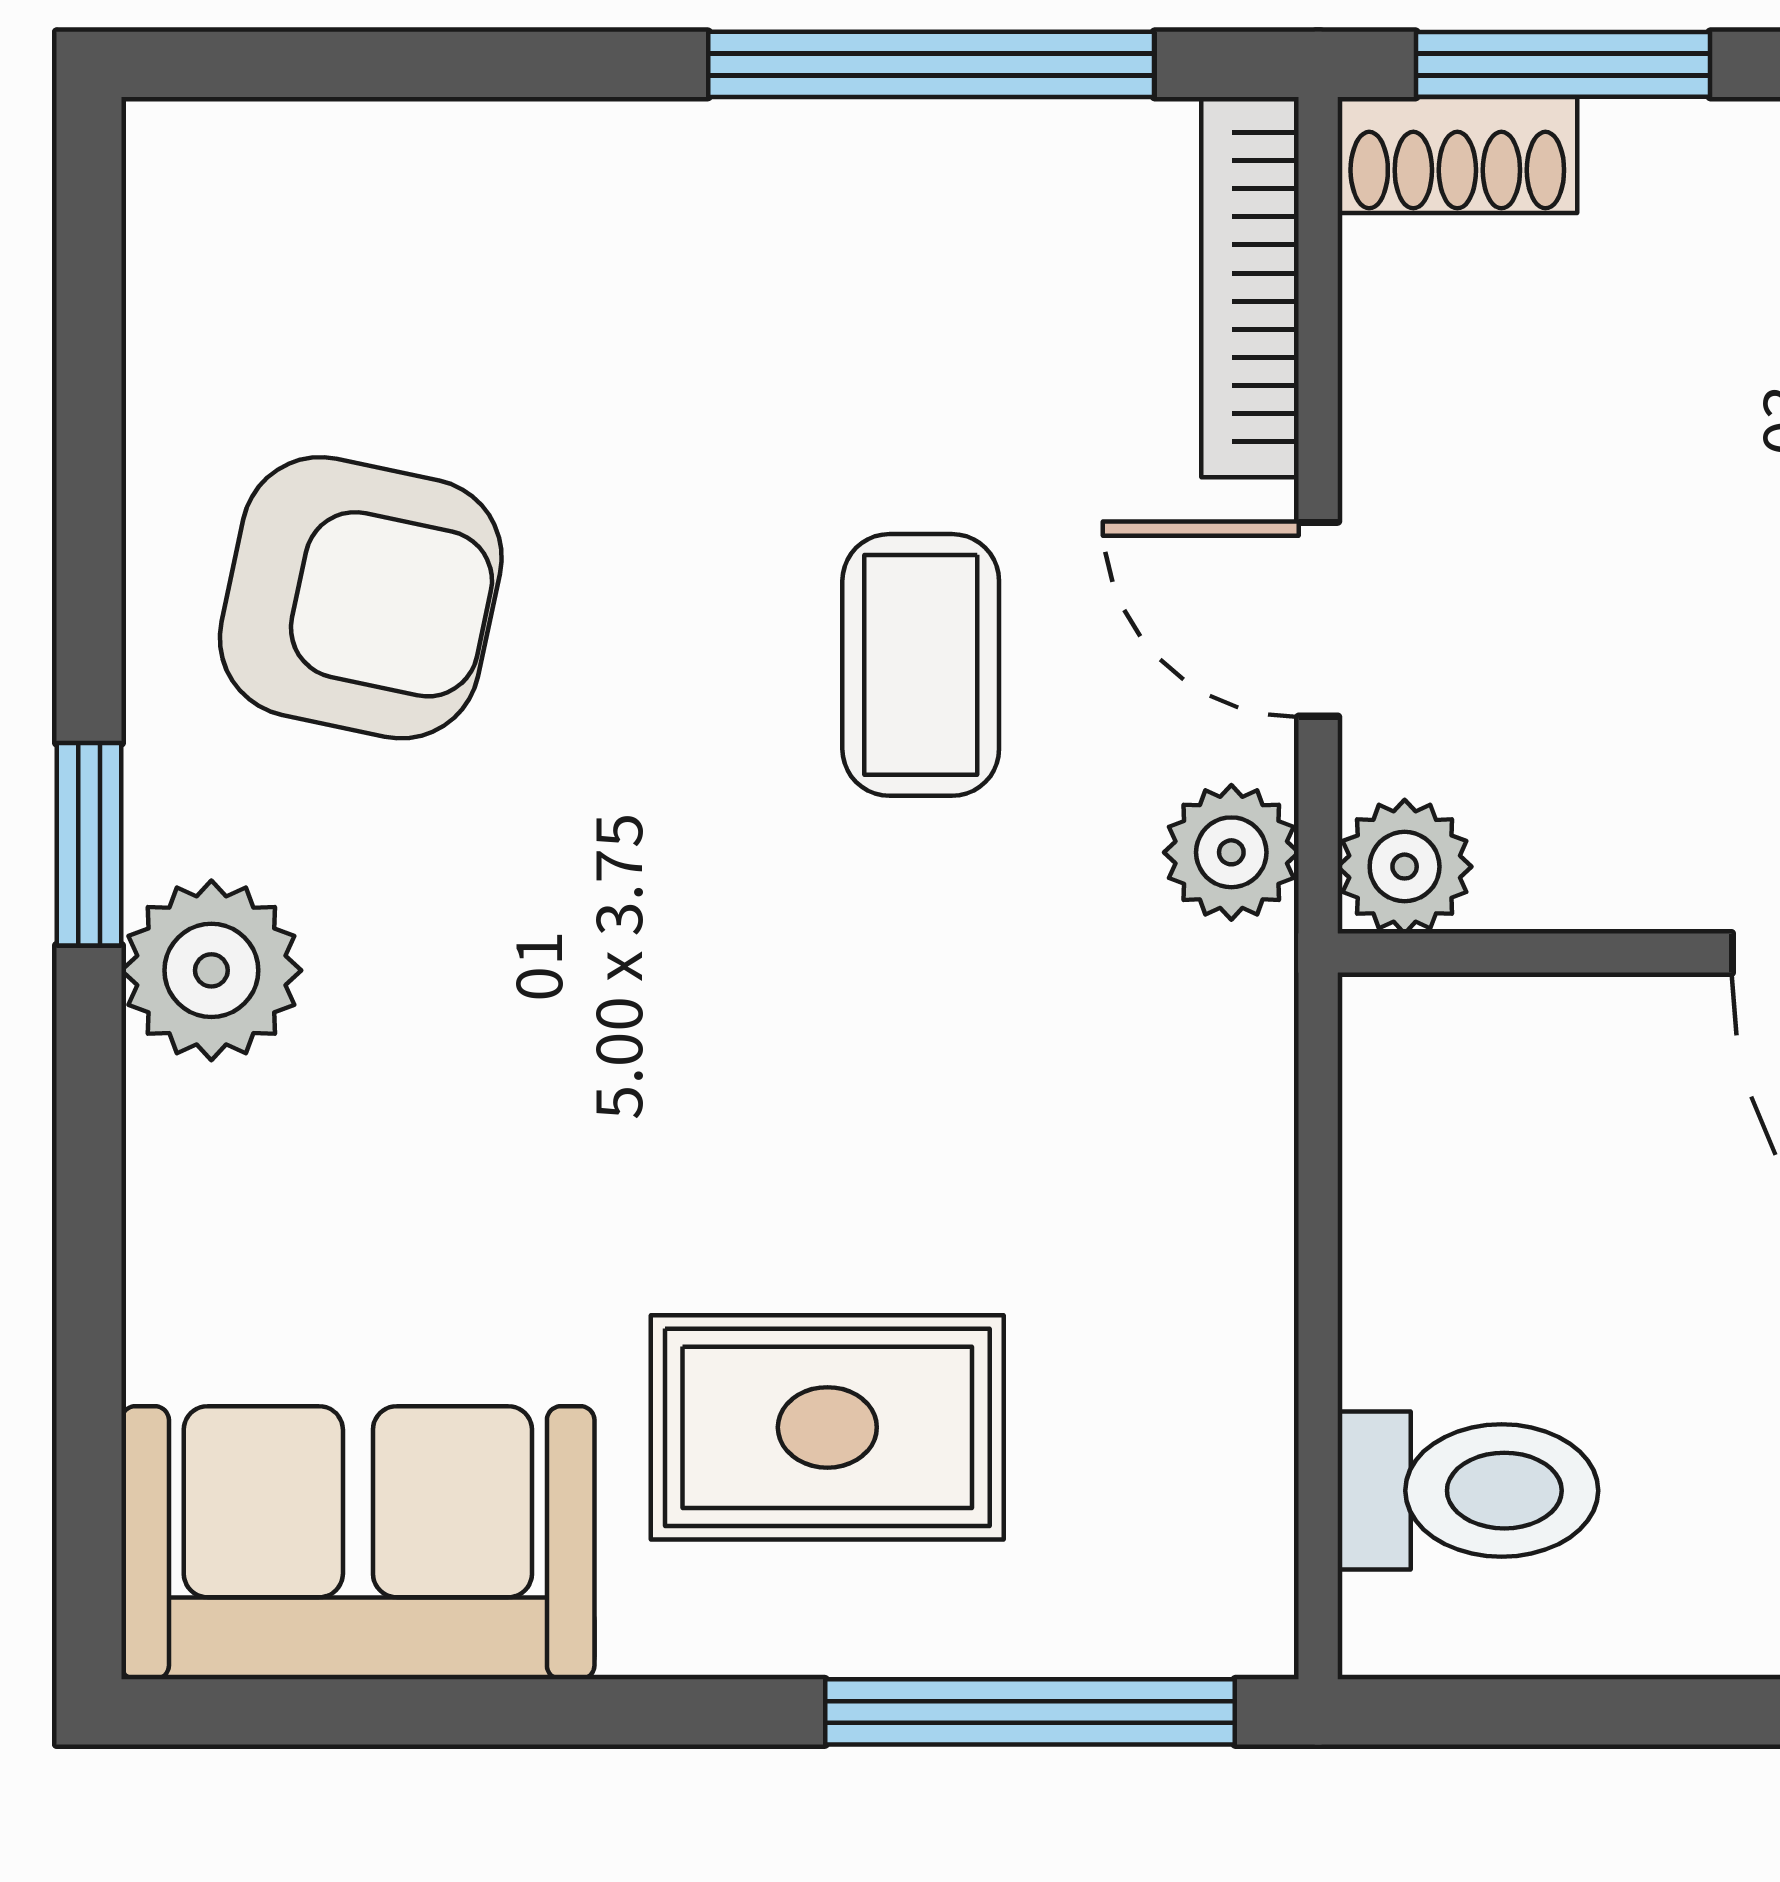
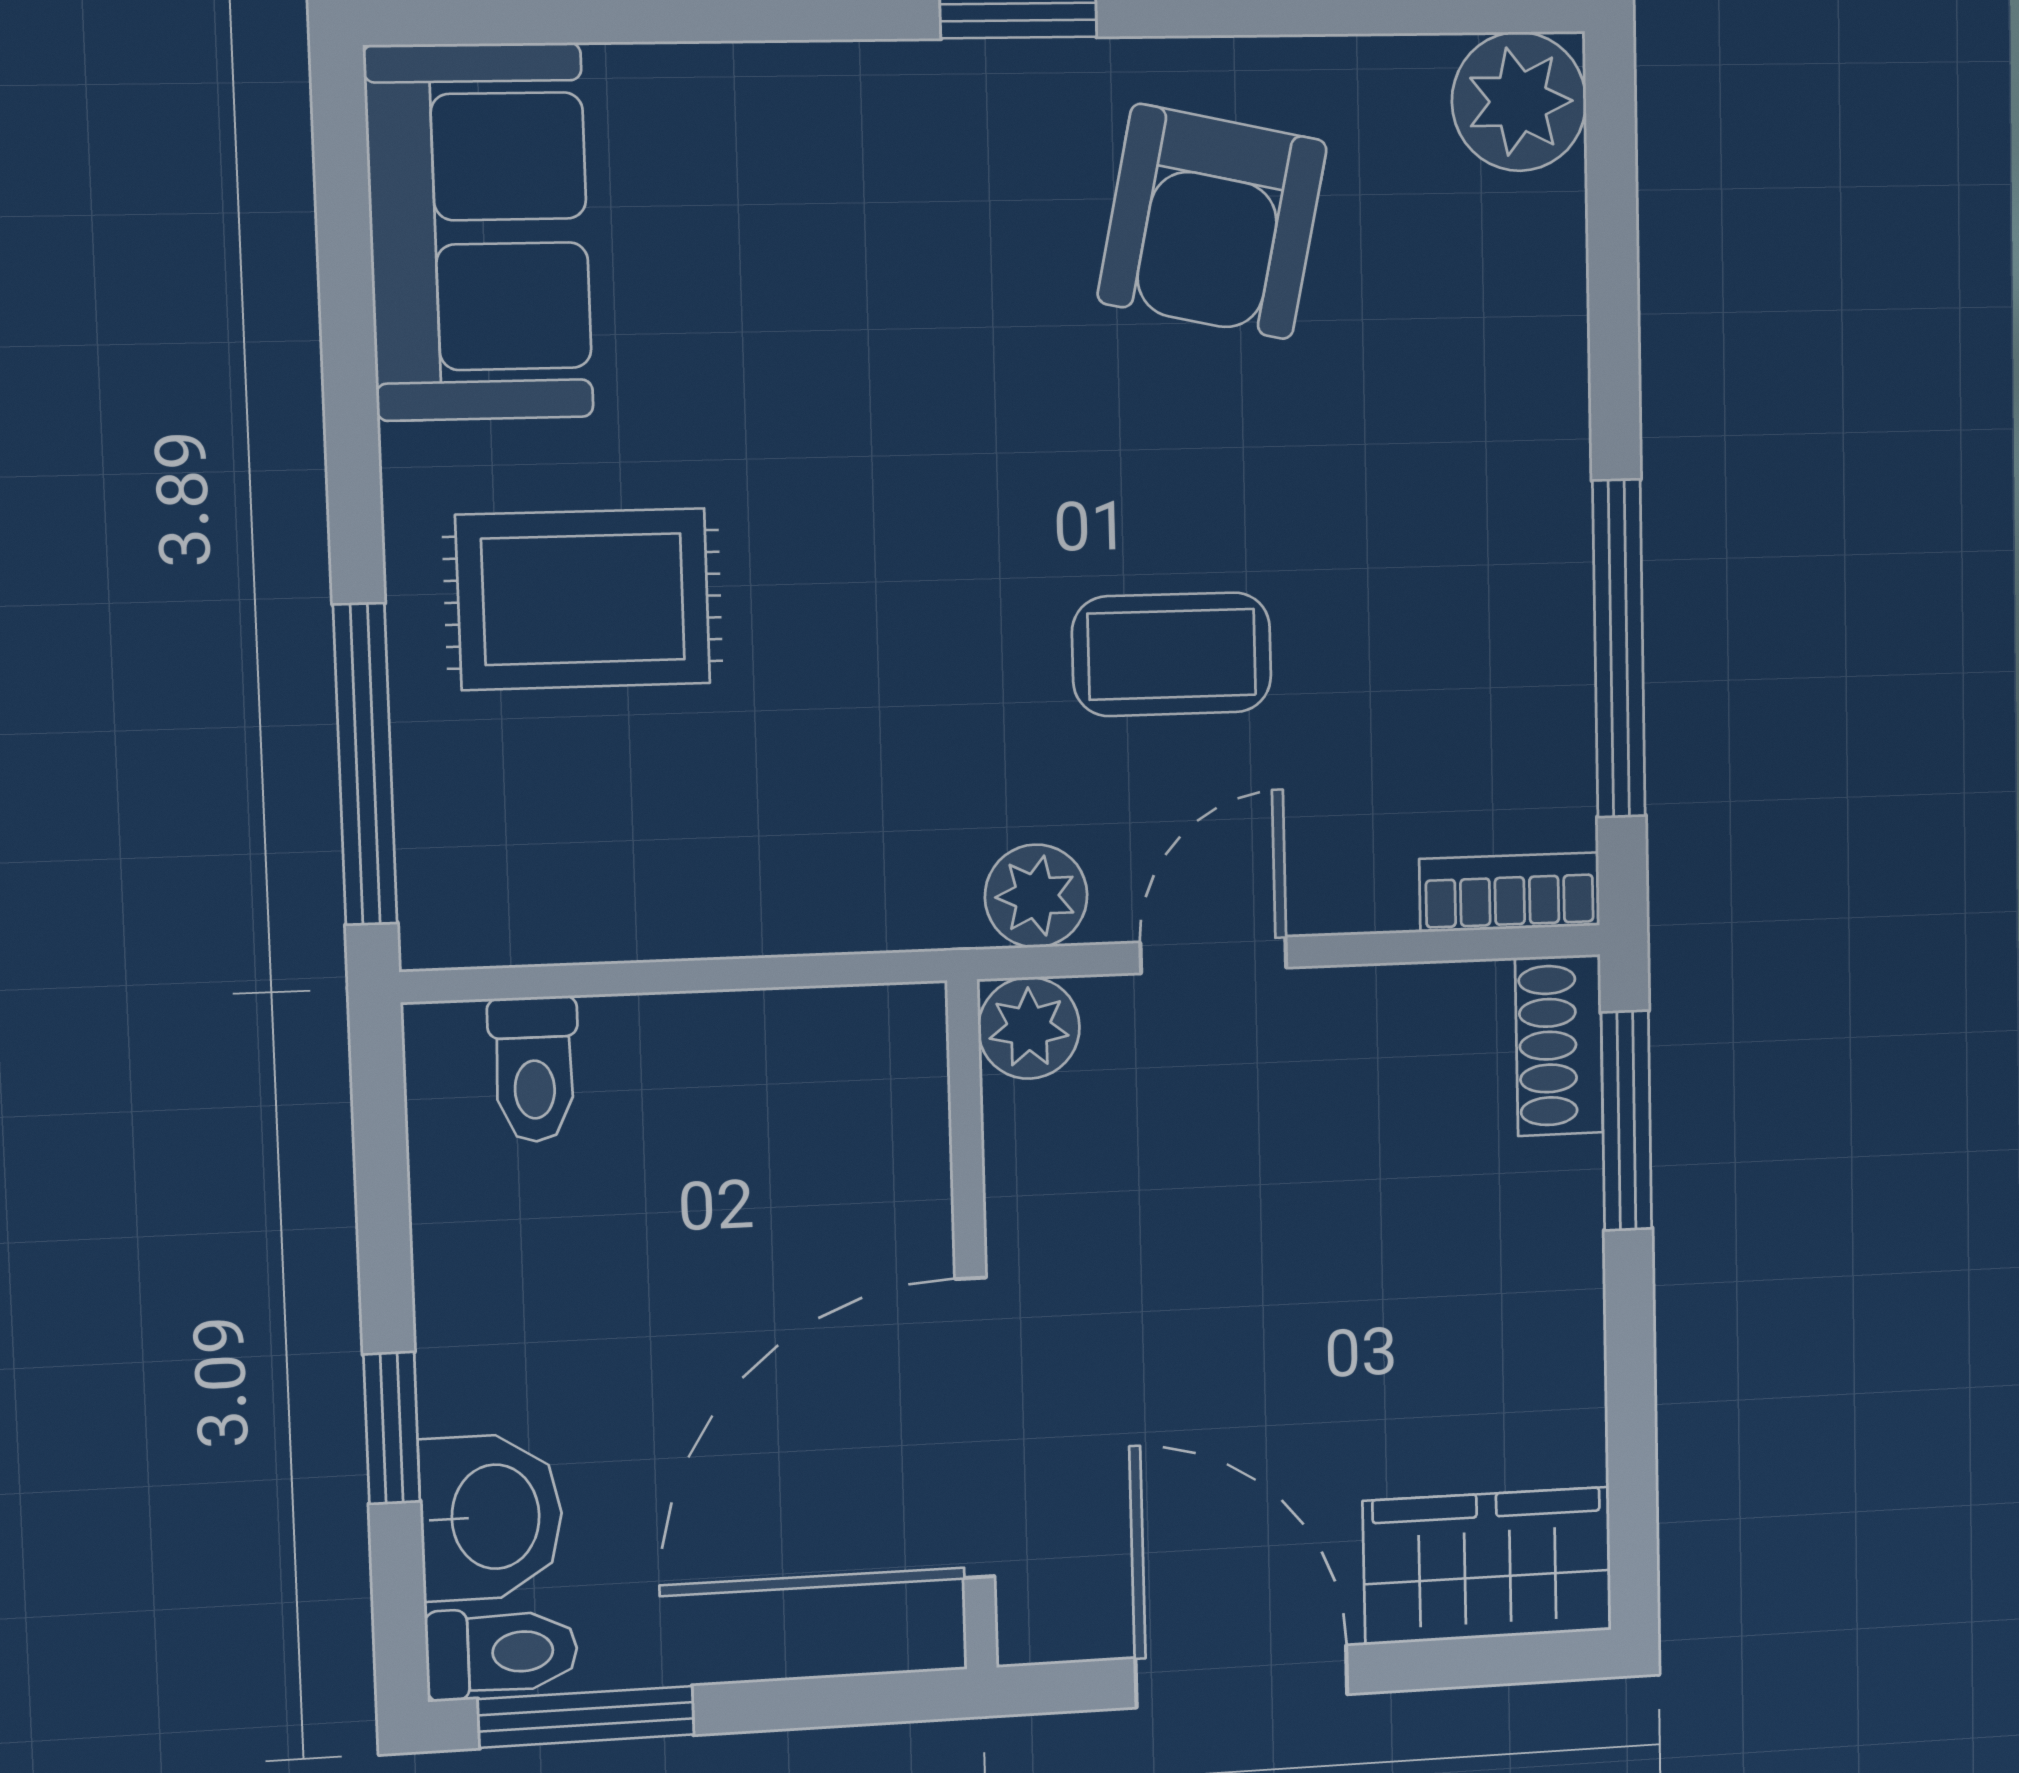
bookcase: (1250, 287) -> (1510, 892), width x0.64
plant: (211, 970) -> (1519, 101), moved
rug: (827, 1427) -> (583, 599), turned 90
toilet: (1468, 1491) -> (534, 1069), width x0.73, depth x0.72

